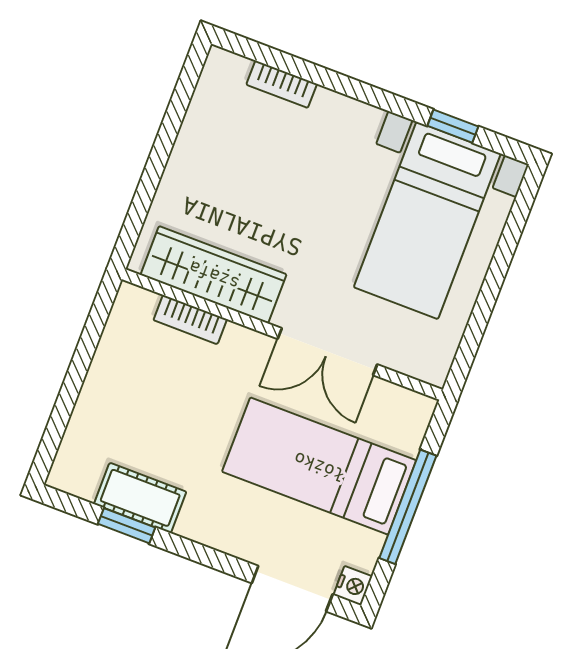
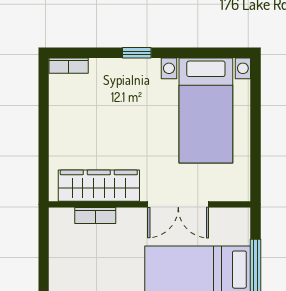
bookcase: (282, 84) -> (69, 66), moved
window: (453, 126) -> (137, 53), moved

